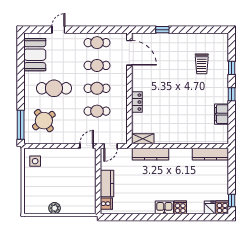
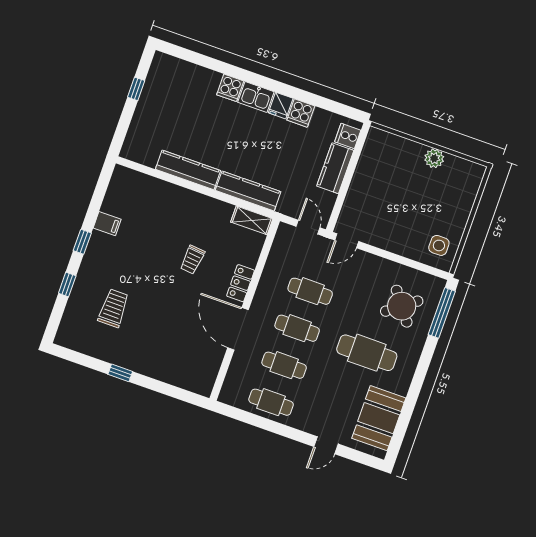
window: (162, 30) -> (120, 373), moved
door: (129, 53) -> (238, 329), moved
trolley: (168, 106) -> (192, 260), added
filing cabinet: (222, 114) -> (107, 224), width x0.50
door: (111, 146) -> (308, 227), hinge flipped
kitchen counter: (210, 154) -> (188, 170), moved
window: (232, 200) -> (136, 89), moved
fridge: (210, 207) -> (281, 106), moved
cooker: (222, 207) -> (301, 113), moved

